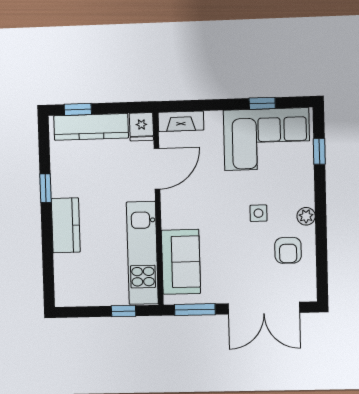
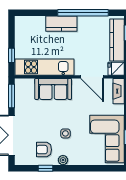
window: (319, 151) -> (45, 168), moved
window: (45, 188) -> (83, 13), width x3.17
sofa: (181, 262) -> (53, 89), moved

